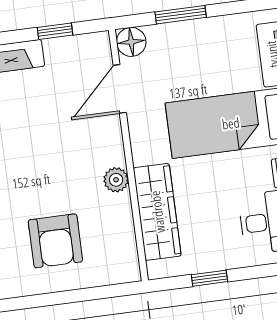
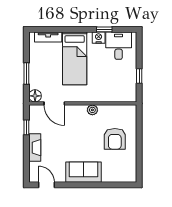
wardrobe: (157, 212) -> (108, 94), removed
armchair: (55, 241) -> (115, 139), turned 90

